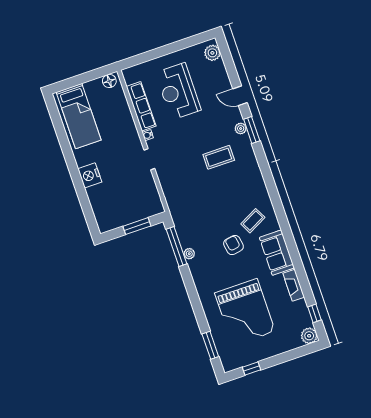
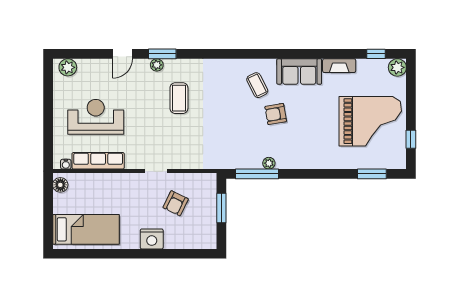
reception desk: (178, 91) -> (96, 117), turned 180
water cooler: (148, 135) -> (66, 164), moved
armchair: (127, 185) -> (176, 203), added
grand piano: (245, 312) -> (370, 121), moved

